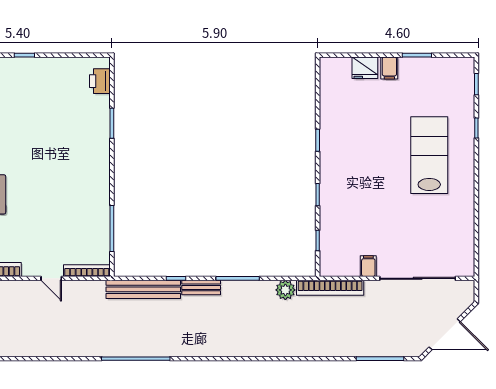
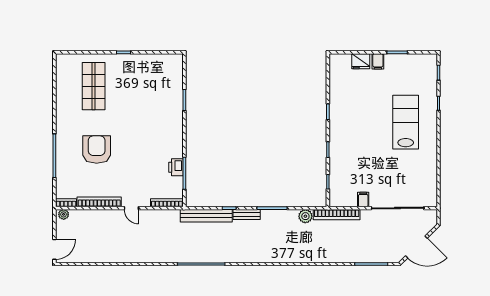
printer: (100, 81) -> (176, 167), moved
door: (51, 278) -> (131, 208), moved

